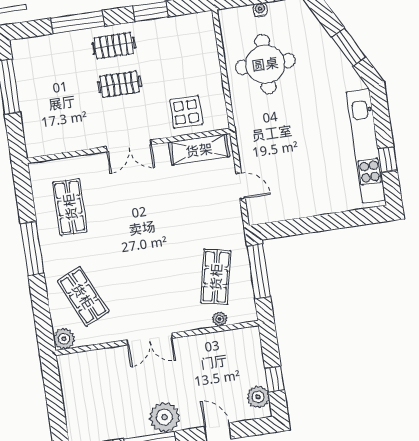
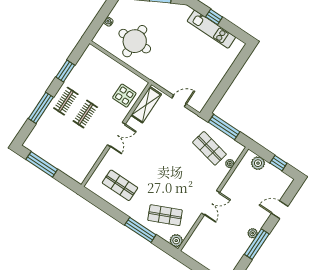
kitchen unit: (366, 146) -> (211, 29), width x0.73
window: (387, 159) -> (214, 17), moved
window: (32, 248) -> (140, 230), moved
plant: (258, 397) -> (258, 163), moved
plant: (165, 417) -> (253, 233), width x0.53, depth x0.53

